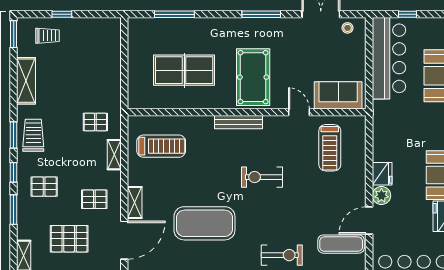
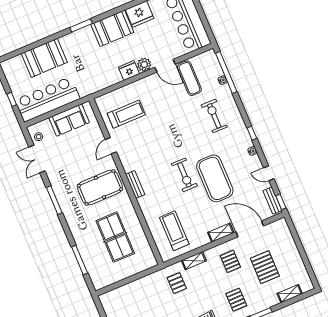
sofa: (338, 95) -> (69, 120), moved, turned -90
bench: (238, 122) -> (135, 184), width x0.73
exercise bike: (262, 177) -> (184, 175), moved

